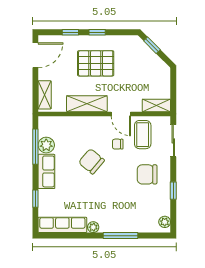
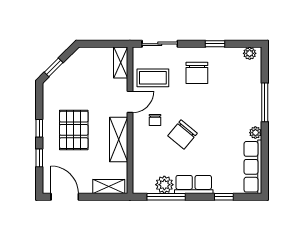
chair: (118, 144) -> (155, 120), moved

